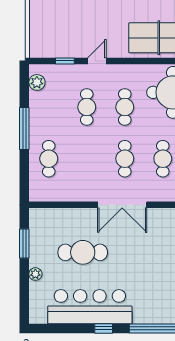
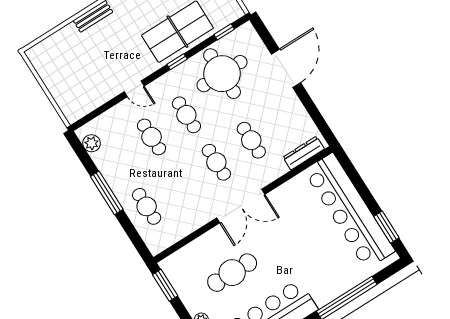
window: (65, 61) -> (177, 62), moved
door: (97, 61) -> (134, 89), swing flipped
window: (24, 244) -> (165, 285), moved

